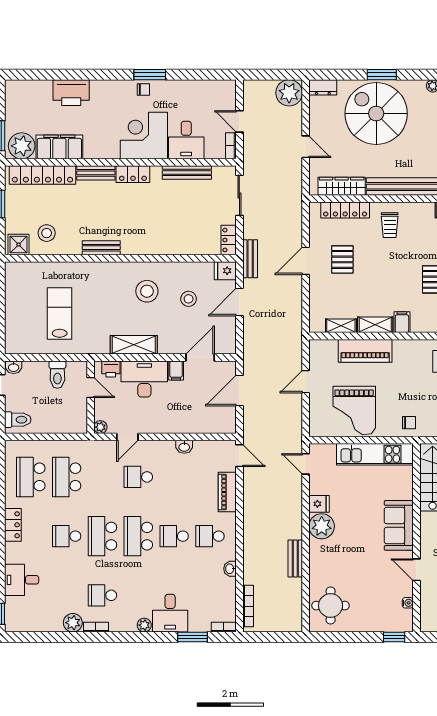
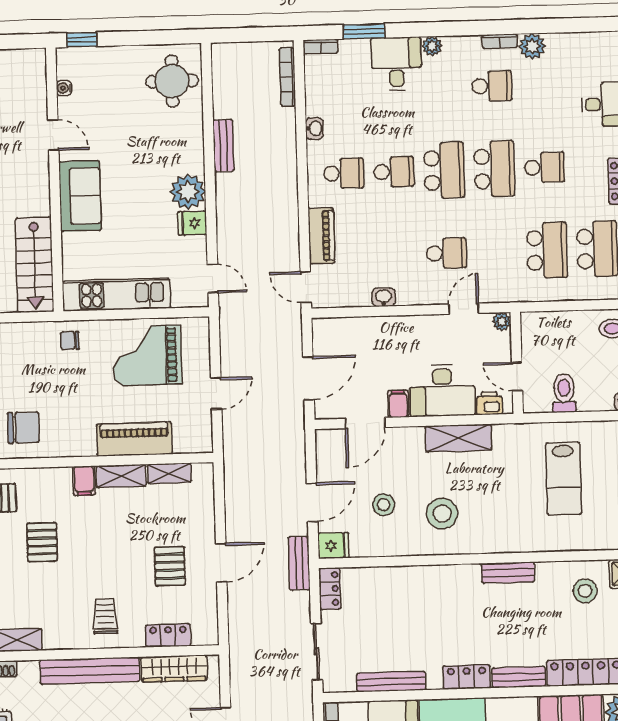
locker: (345, 210) -> (168, 636), width x0.66
grand piano: (354, 410) -> (147, 355), turned -90

